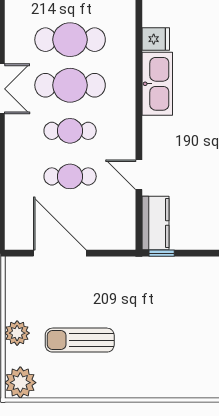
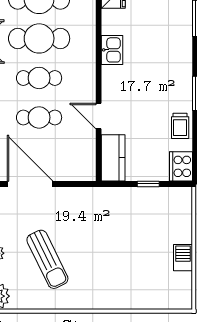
kitchen sink: (157, 84) -> (112, 50), width x0.53, depth x0.81
window: (162, 253) -> (148, 184), moved
sun lounger: (80, 340) -> (47, 259), turned -116

